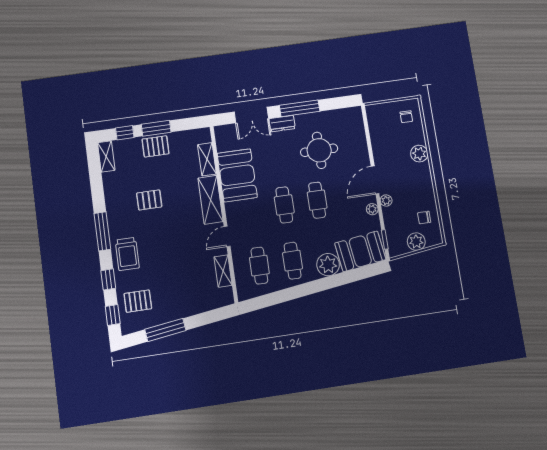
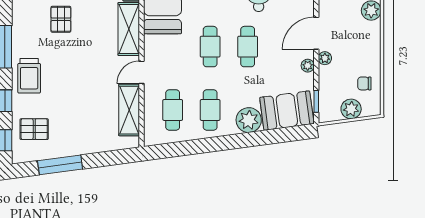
pallet: (149, 200) -> (61, 19), turned 90
shelving: (223, 271) -> (129, 110), width x1.50, depth x1.33

